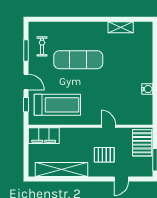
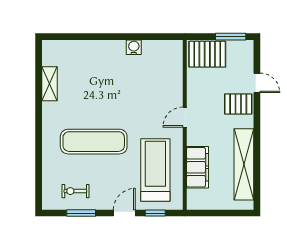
exercise mat: (78, 60) -> (94, 142), turned 90
door: (108, 126) -> (185, 117), moved
filing cabinet: (44, 136) -> (197, 167), moved
pallet: (104, 155) -> (238, 104), moved, turned 90

